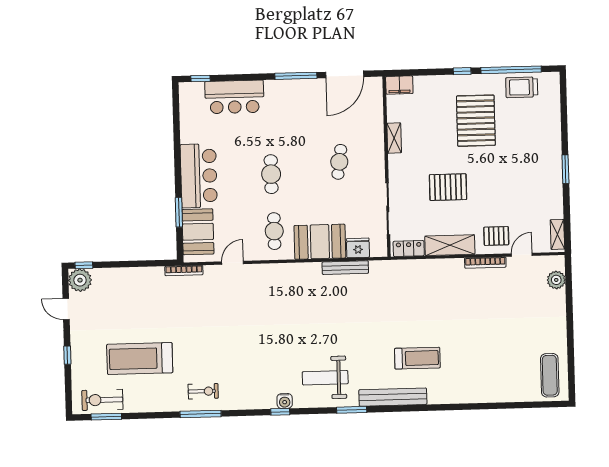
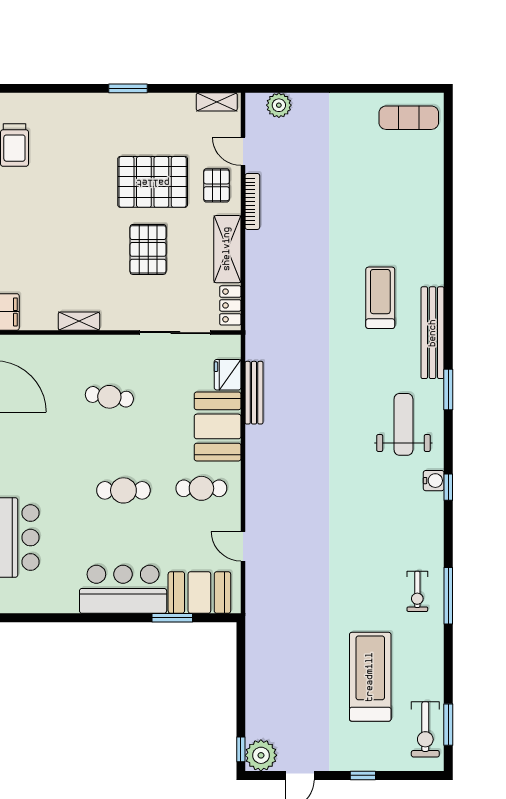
pallet: (476, 121) -> (153, 182), moved
bookcase: (184, 271) -> (252, 613), removed
treadmill: (140, 359) -> (370, 677), turned 180
weight bench: (325, 378) -> (403, 424), turned 180
exercise bike: (203, 391) -> (417, 591), turned 180

